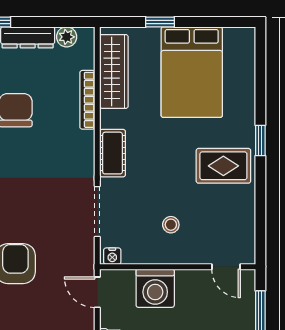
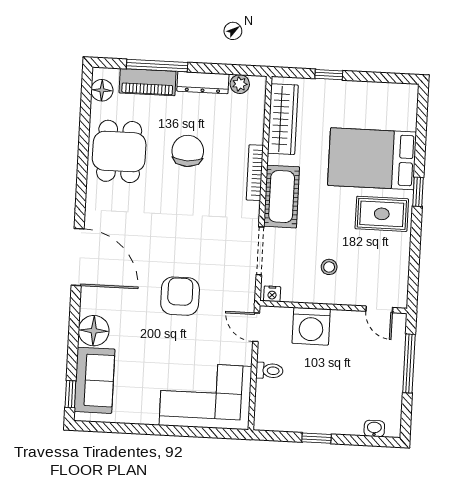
bed: (192, 72) -> (372, 159), moved, turned 90
bookcase: (87, 100) -> (255, 173), moved
cot: (113, 153) -> (282, 197), width x1.37, depth x1.34

